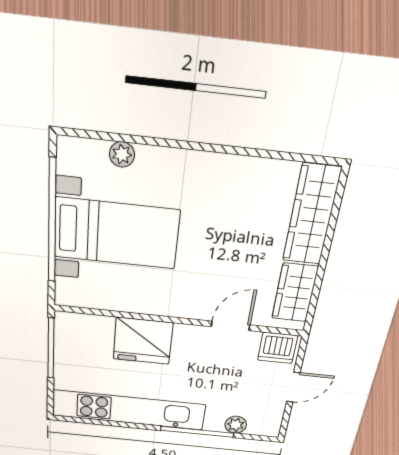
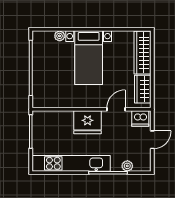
bed with nightstands: (116, 233) -> (89, 58), moved, turned 90
fridge: (143, 341) -> (88, 122), moved

